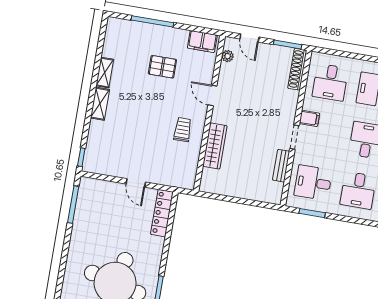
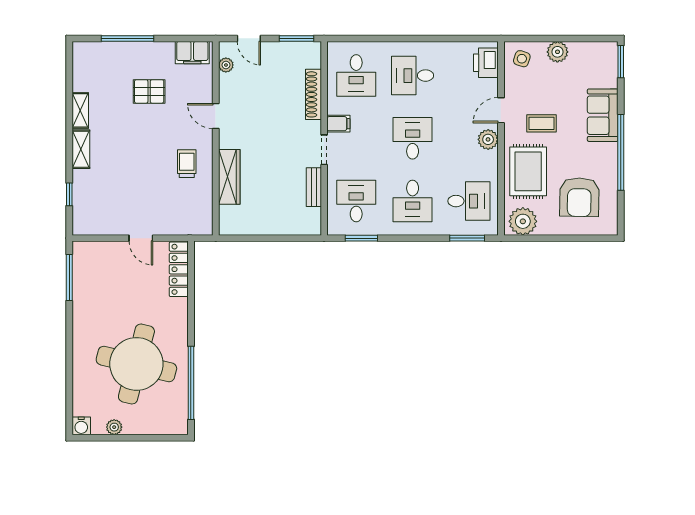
shoe rack: (297, 69) -> (313, 94), moved
window: (81, 157) -> (69, 194), moved
desk: (313, 183) -> (356, 201), turned 90

